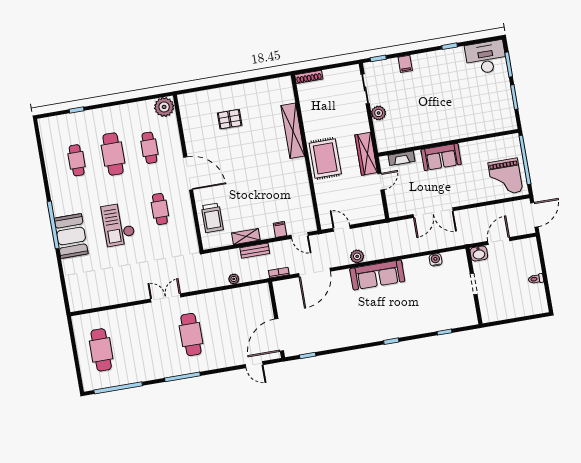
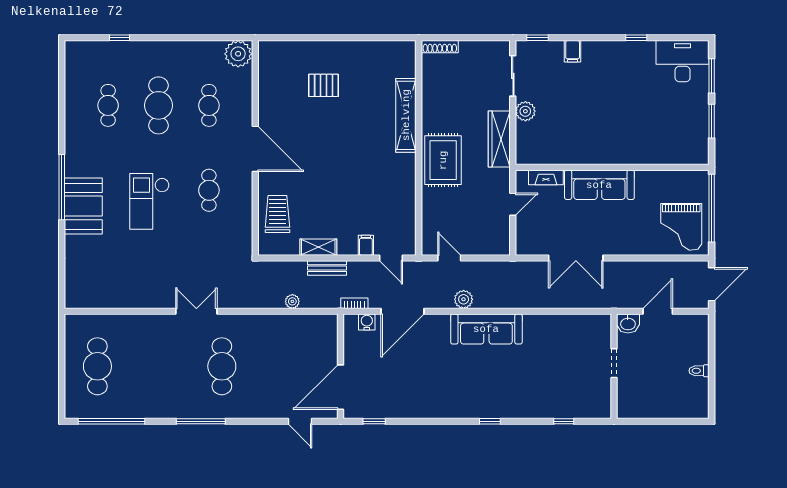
wardrobe: (366, 154) -> (499, 139), moved
sofa: (441, 157) -> (599, 185), width x1.36
trolley: (212, 218) -> (277, 214), turned 180
water cooler: (436, 260) -> (367, 322), moved

